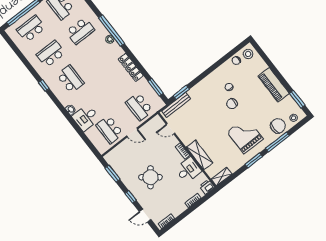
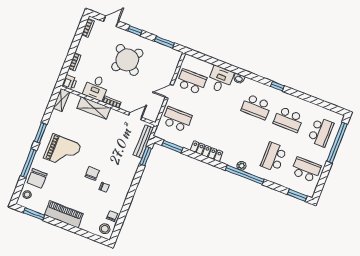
school desk: (51, 54) -> (288, 119), turned 90
round table: (150, 177) -> (127, 60), width x1.36, depth x1.36

